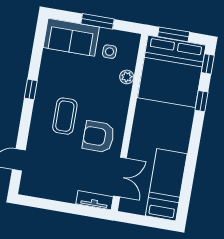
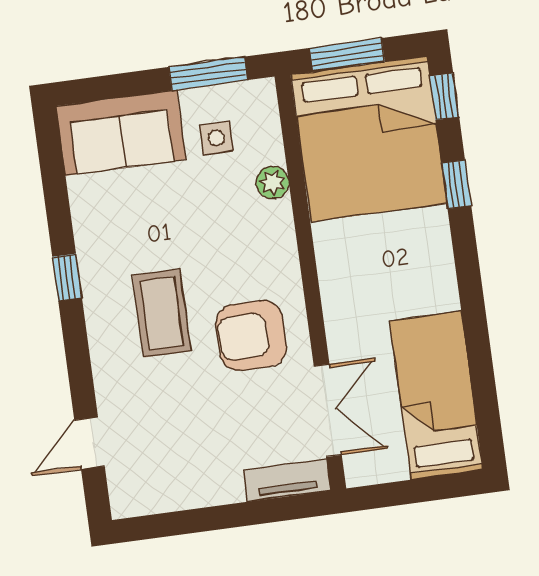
window: (97, 21) -> (208, 74), moved

